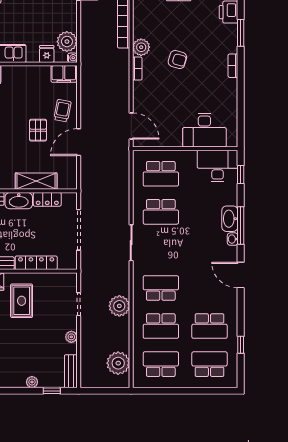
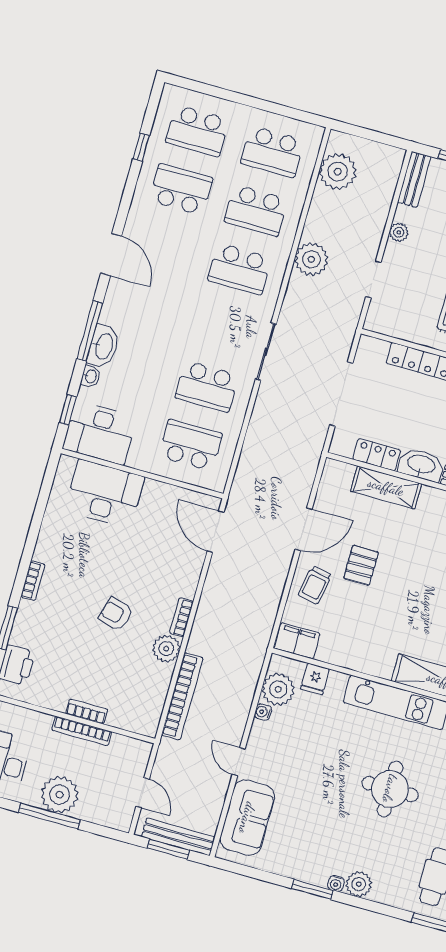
water cooler: (72, 58) -> (263, 712), moved
school desk: (161, 212) -> (207, 386), turned 180
washbasin: (233, 239) -> (91, 376), moved
school desk: (161, 326) -> (256, 210), turned 180

